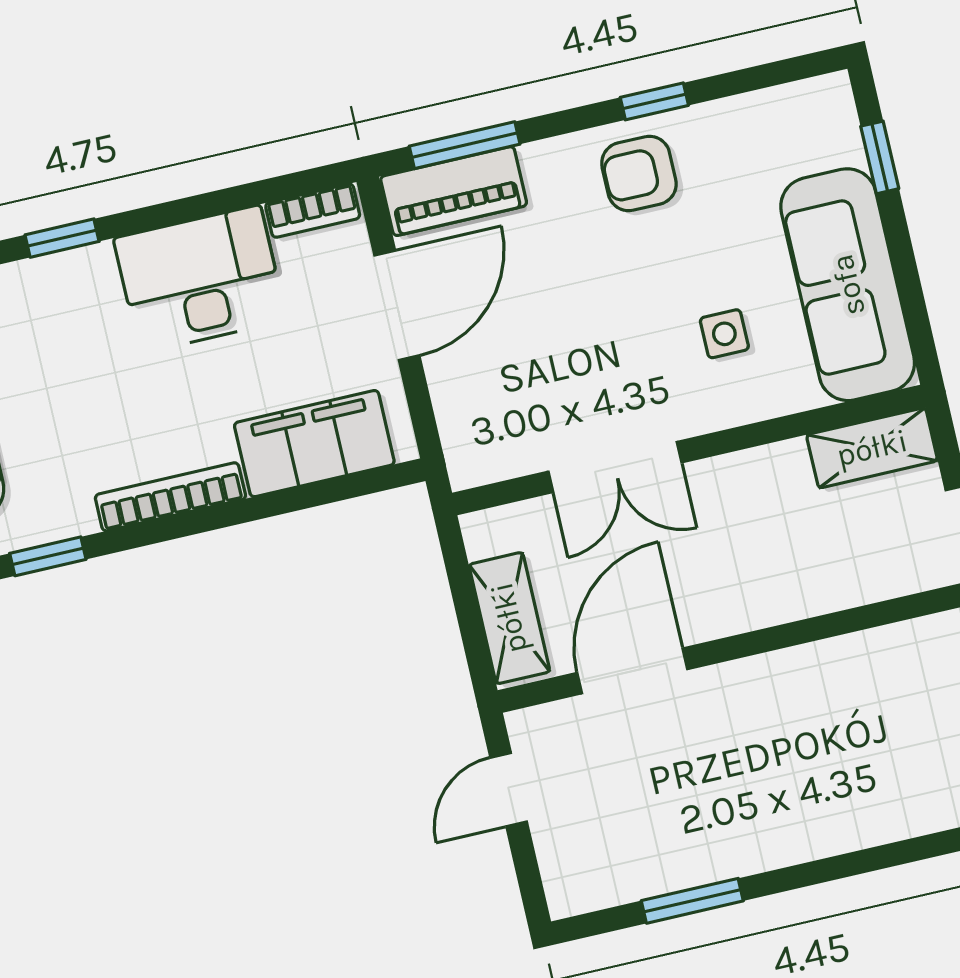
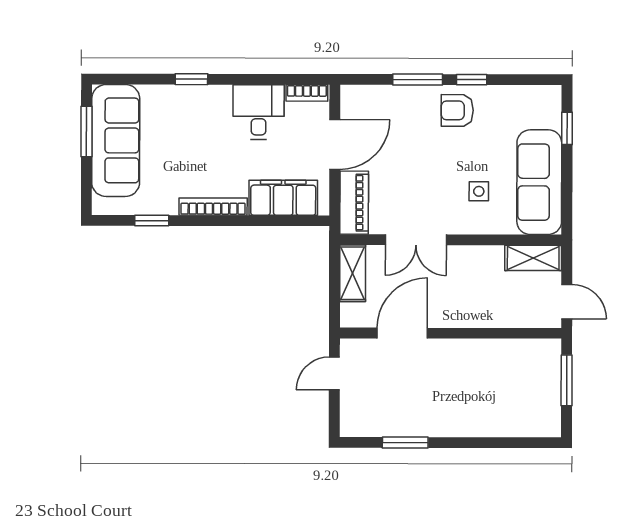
window: (465, 145) -> (418, 80), moved
piano: (454, 191) -> (354, 203), moved, turned -90
desk: (200, 279) -> (259, 112), width x0.73
shelving: (509, 618) -> (353, 273), moved

